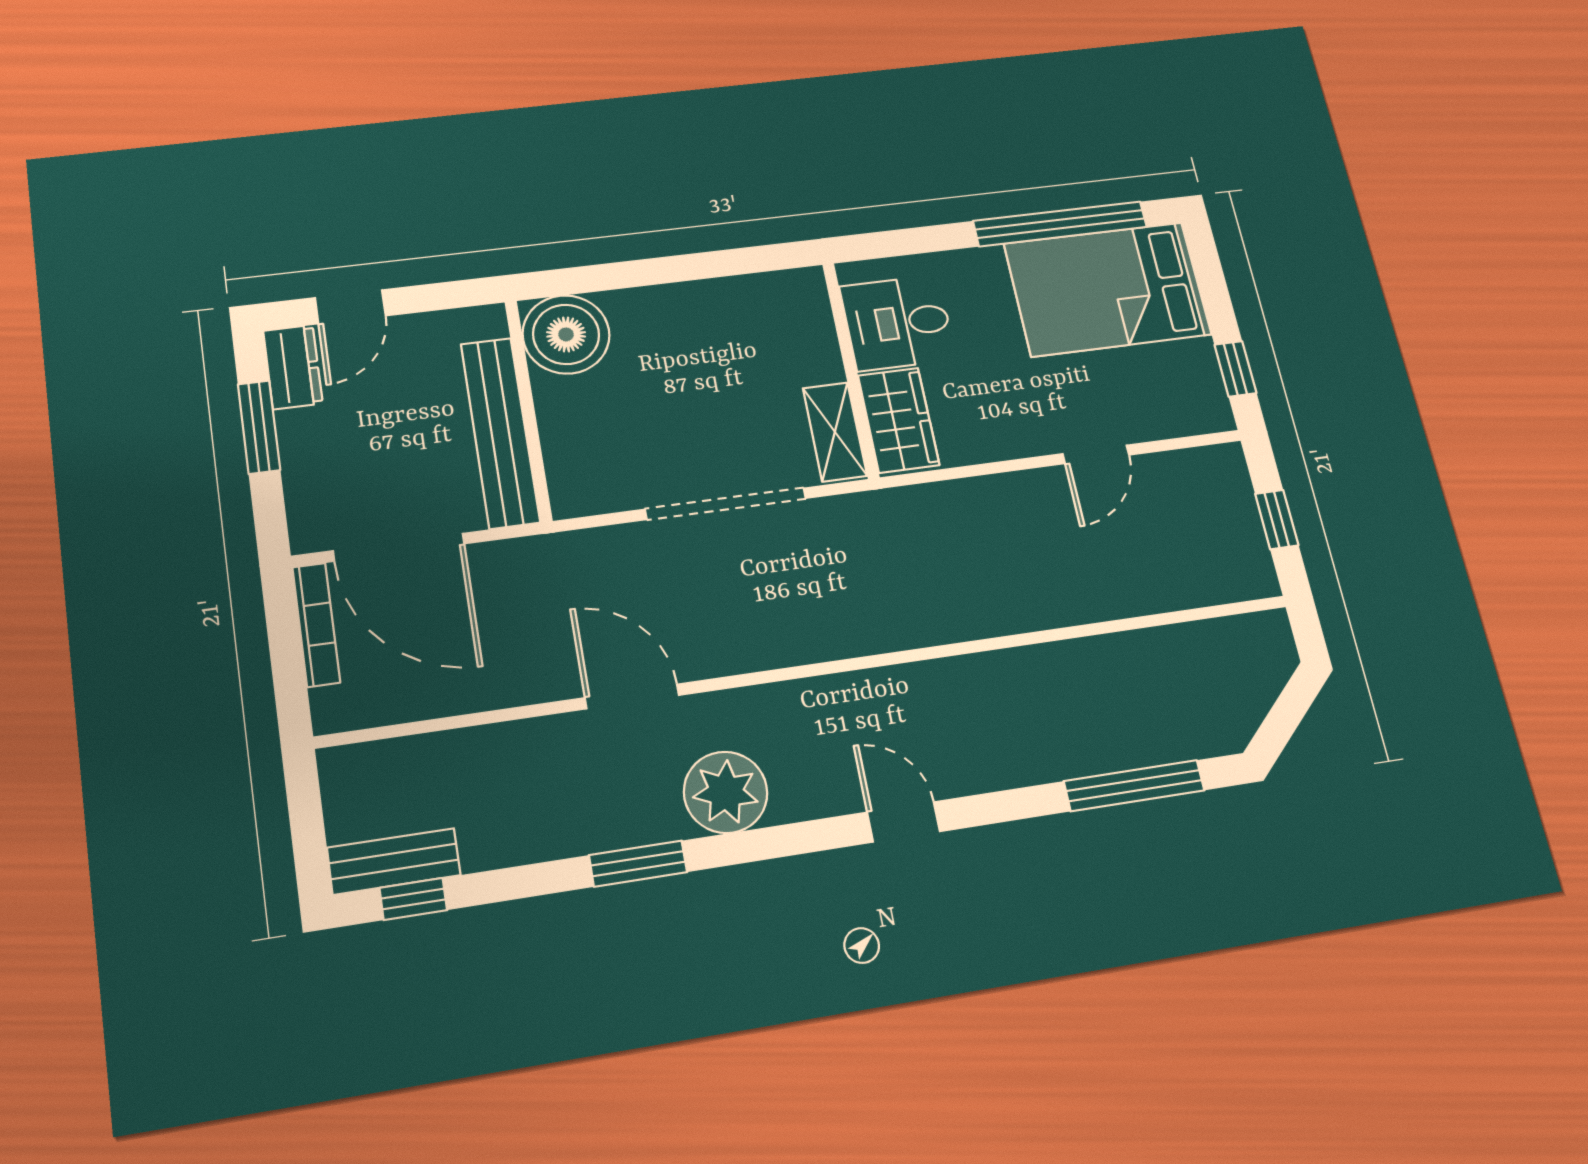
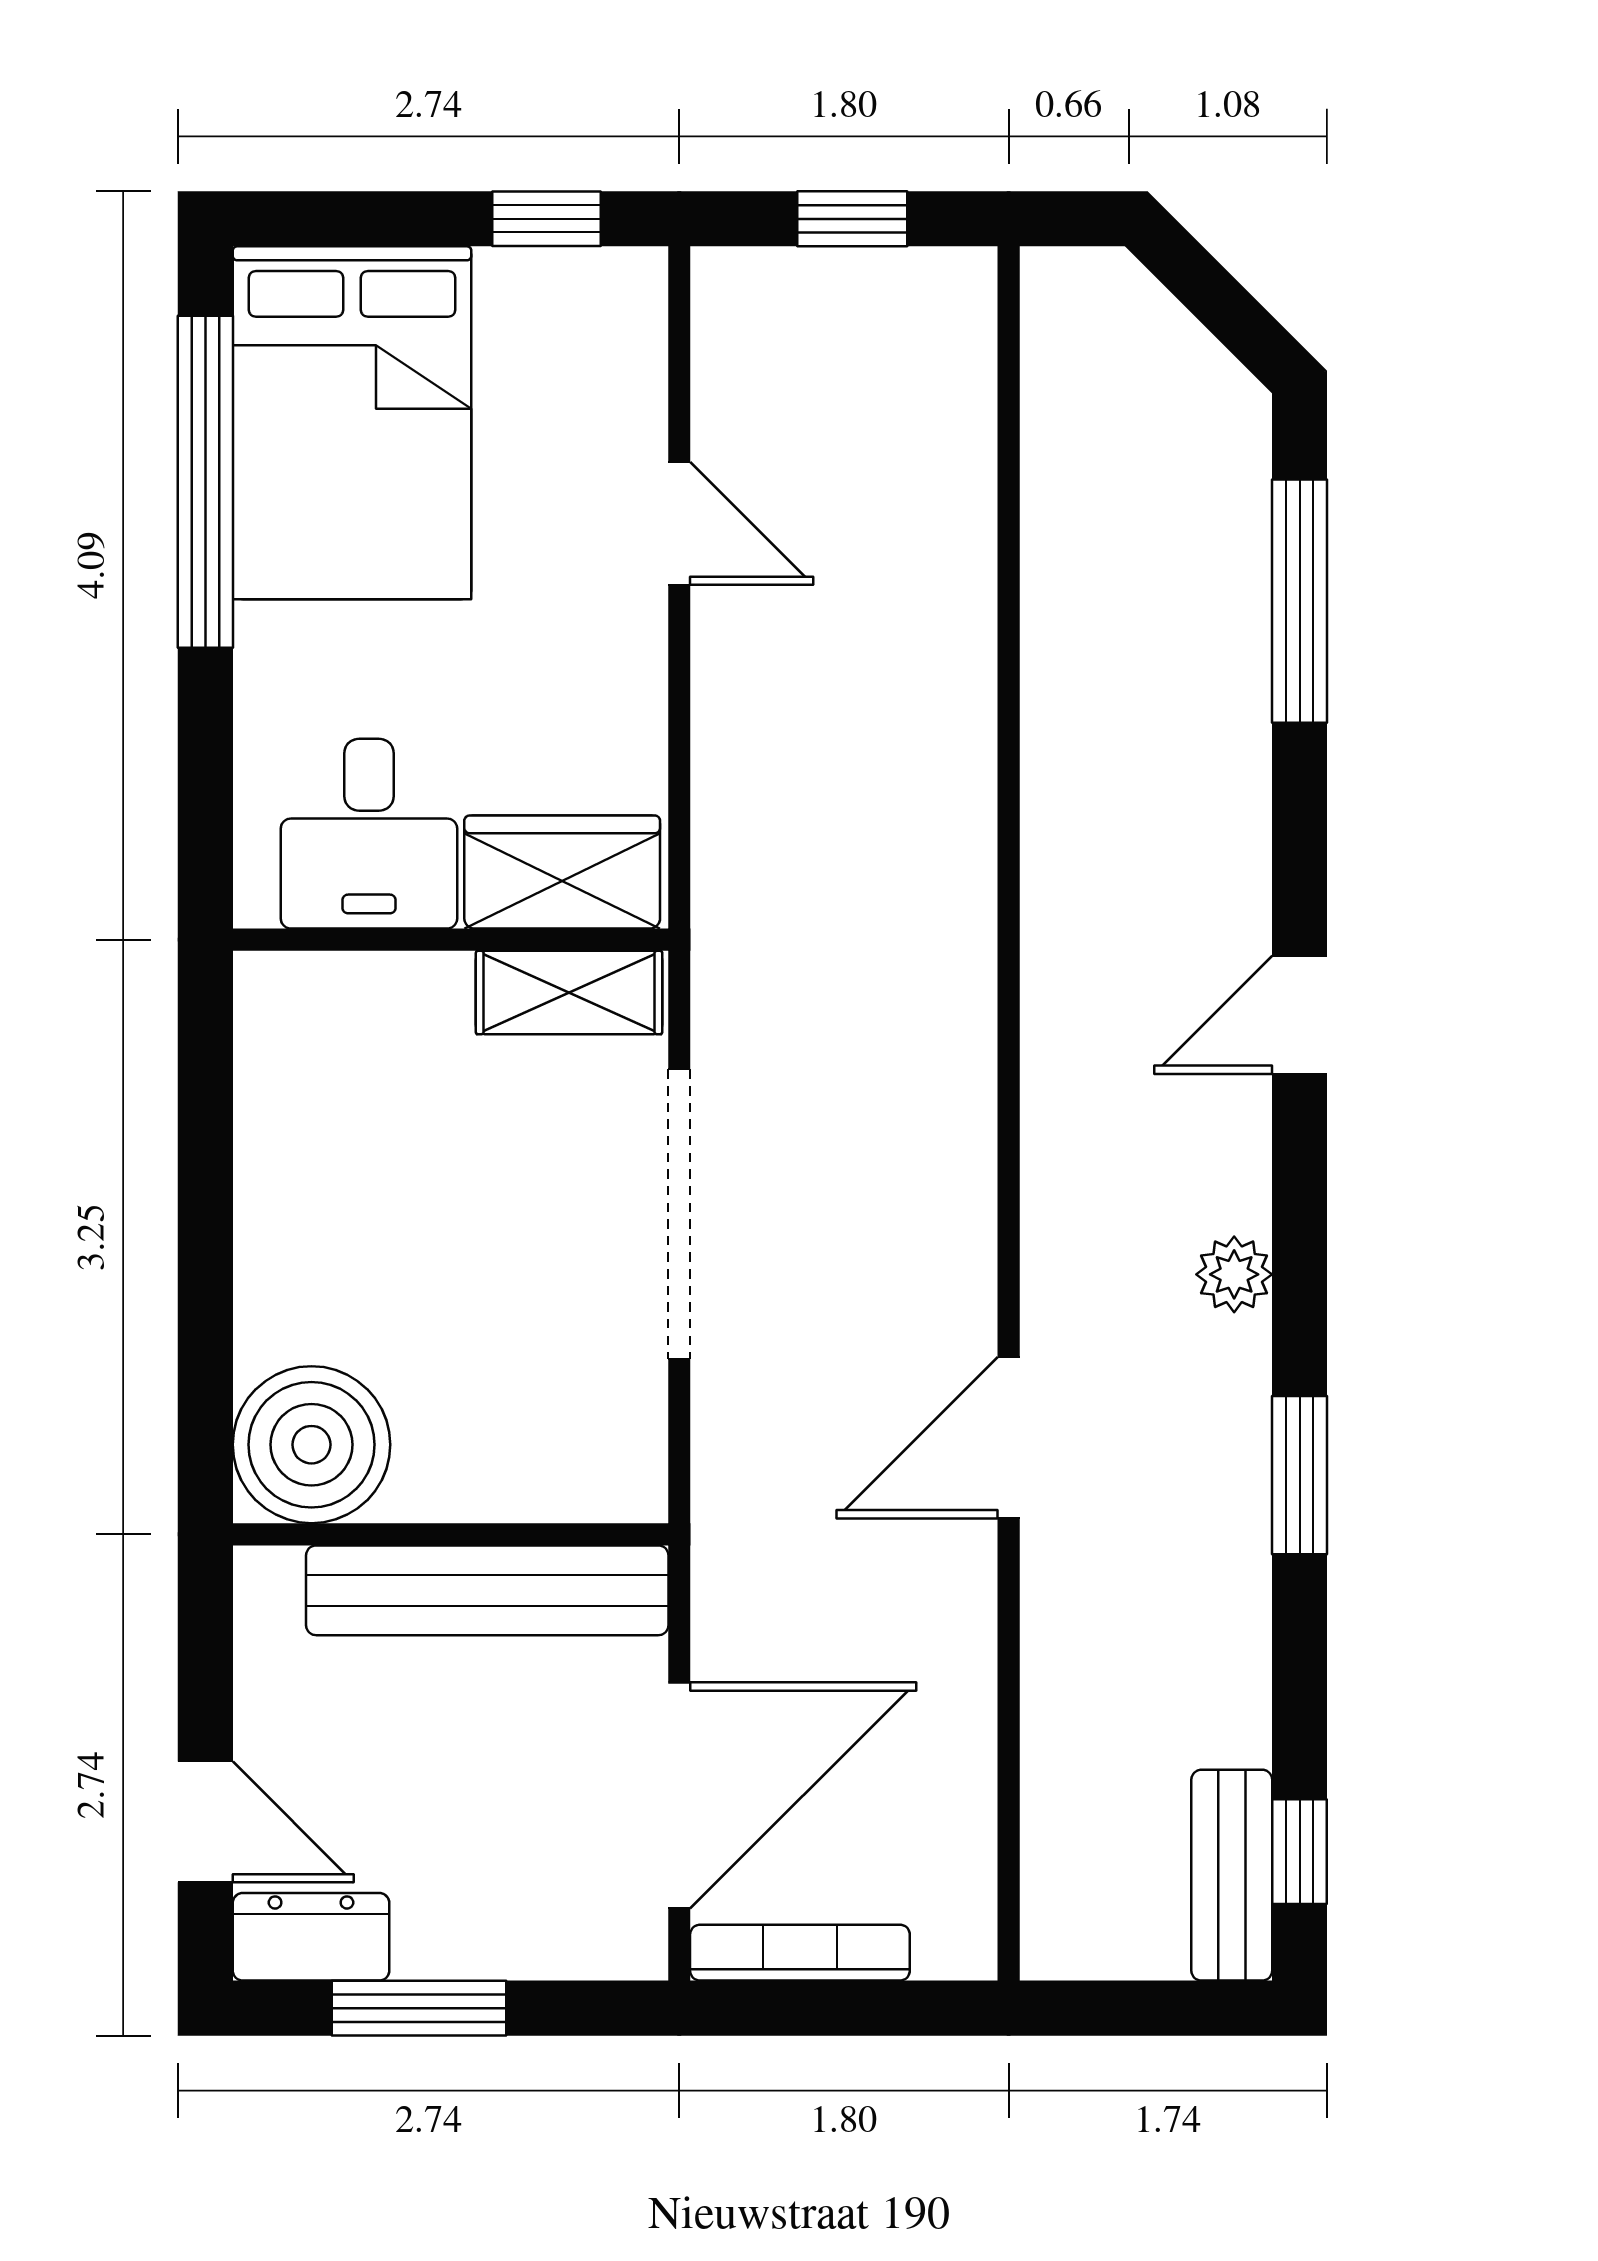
plant: (726, 792) -> (1234, 1274), width x0.53, depth x0.53

